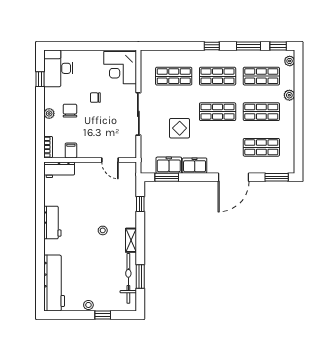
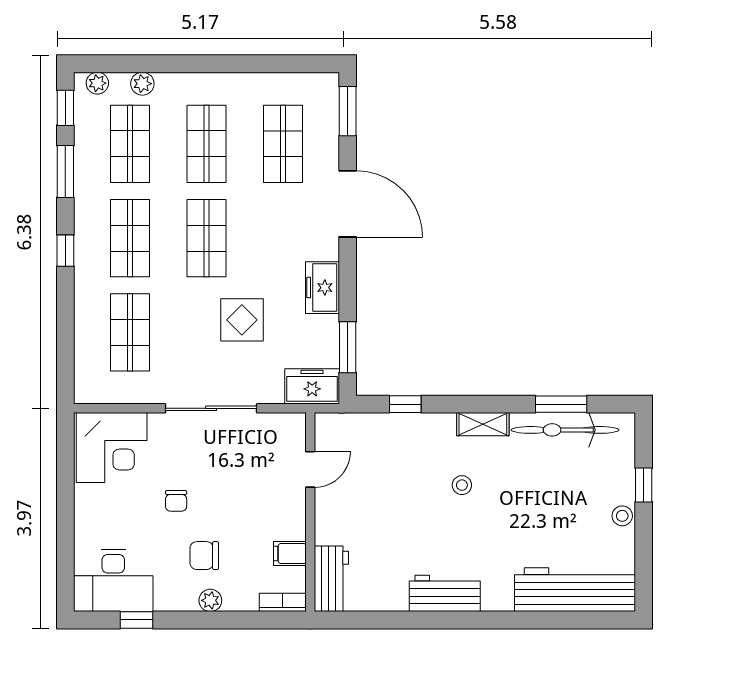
plant: (289, 95) -> (142, 84), moved
freezer: (169, 165) -> (312, 386), moved, turned 90

